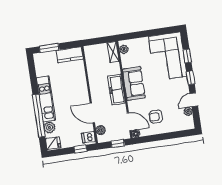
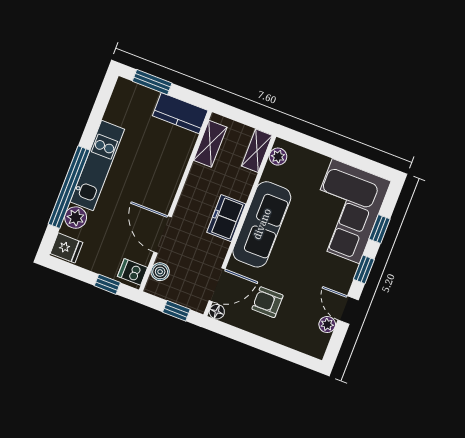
shelving: (91, 61) -> (210, 144), added
sofa: (134, 84) -> (262, 224), width x1.36
freezer: (116, 90) -> (226, 218), width x0.71
door: (194, 100) -> (348, 310), hinge flipped
door: (129, 122) -> (217, 285), hinge flipped

